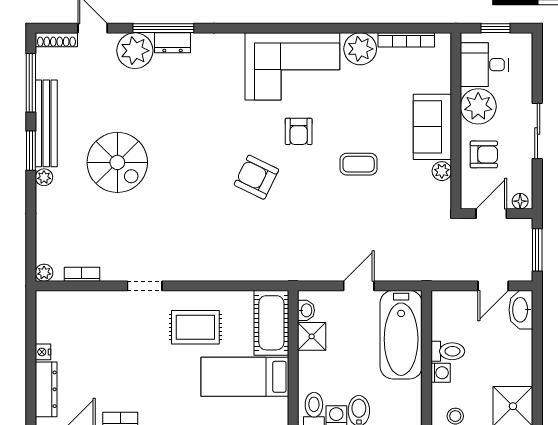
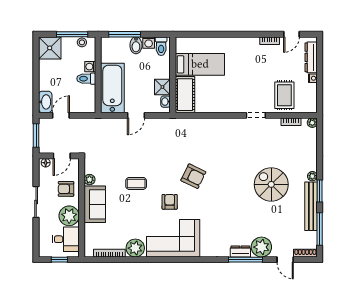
rug: (195, 327) -> (284, 95), moved, turned 90

